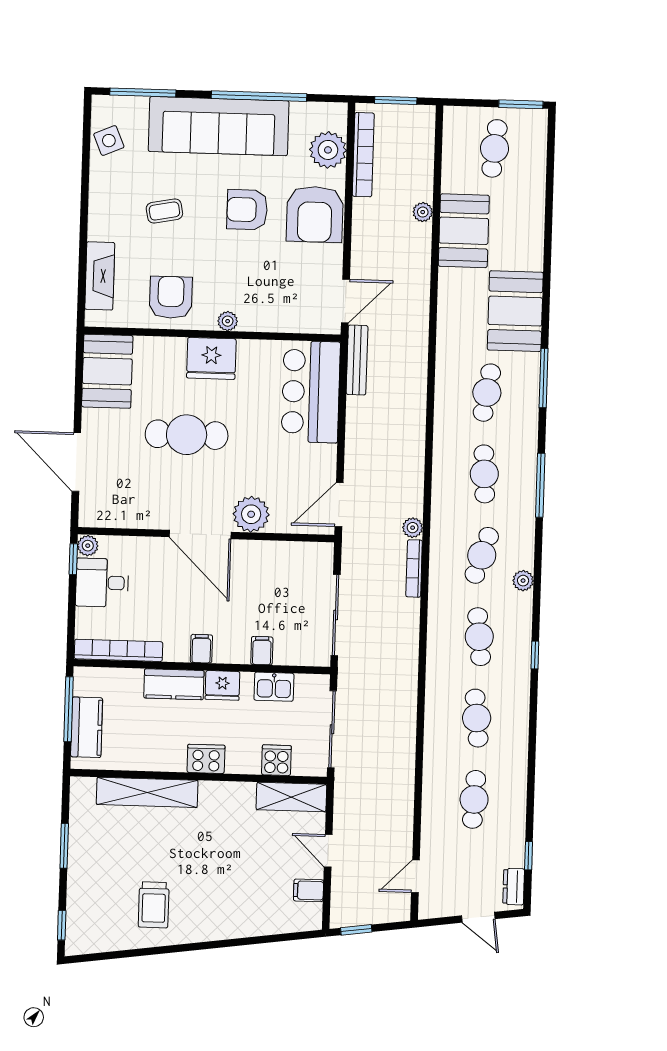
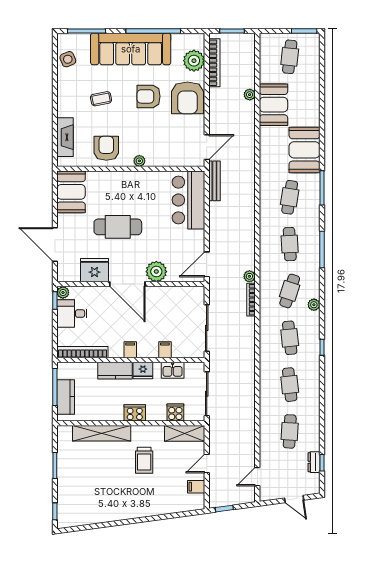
fridge: (211, 358) -> (94, 270), moved, turned 180
door: (328, 851) -> (207, 464), hinge flipped
dresser: (514, 887) -> (314, 462), moved
trolley: (154, 905) -> (144, 460), moved

